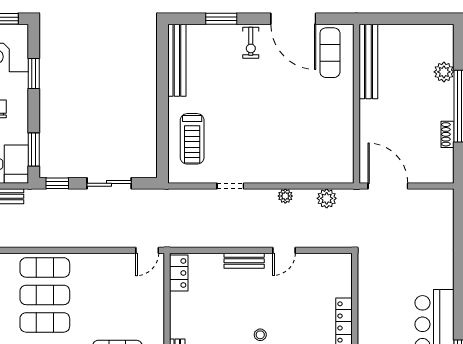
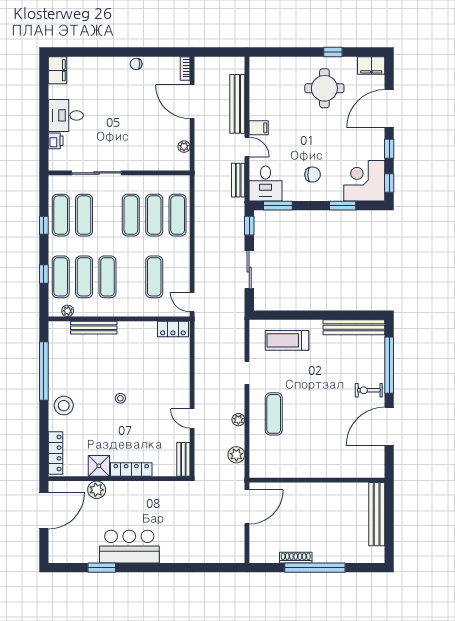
window: (221, 19) -> (389, 365), width x2.11
exercise mat: (330, 53) -> (274, 414), moved, turned 90
bench: (368, 62) -> (377, 514), moved, turned 90
plant: (444, 72) -> (344, 555), removed
shoe rack: (448, 134) -> (296, 558), width x1.43
bench: (244, 261) -> (183, 459), moved
exercise mat: (117, 295) -> (154, 277), added

